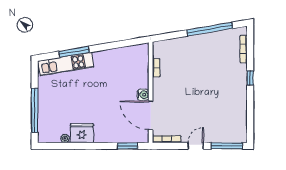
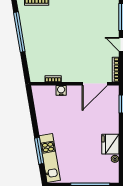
water cooler: (143, 95) -> (61, 90), moved

